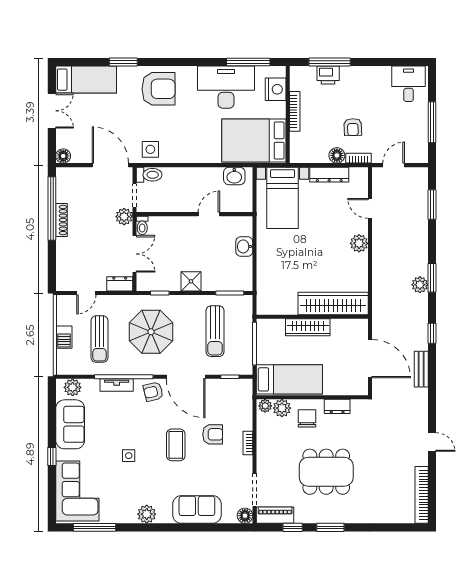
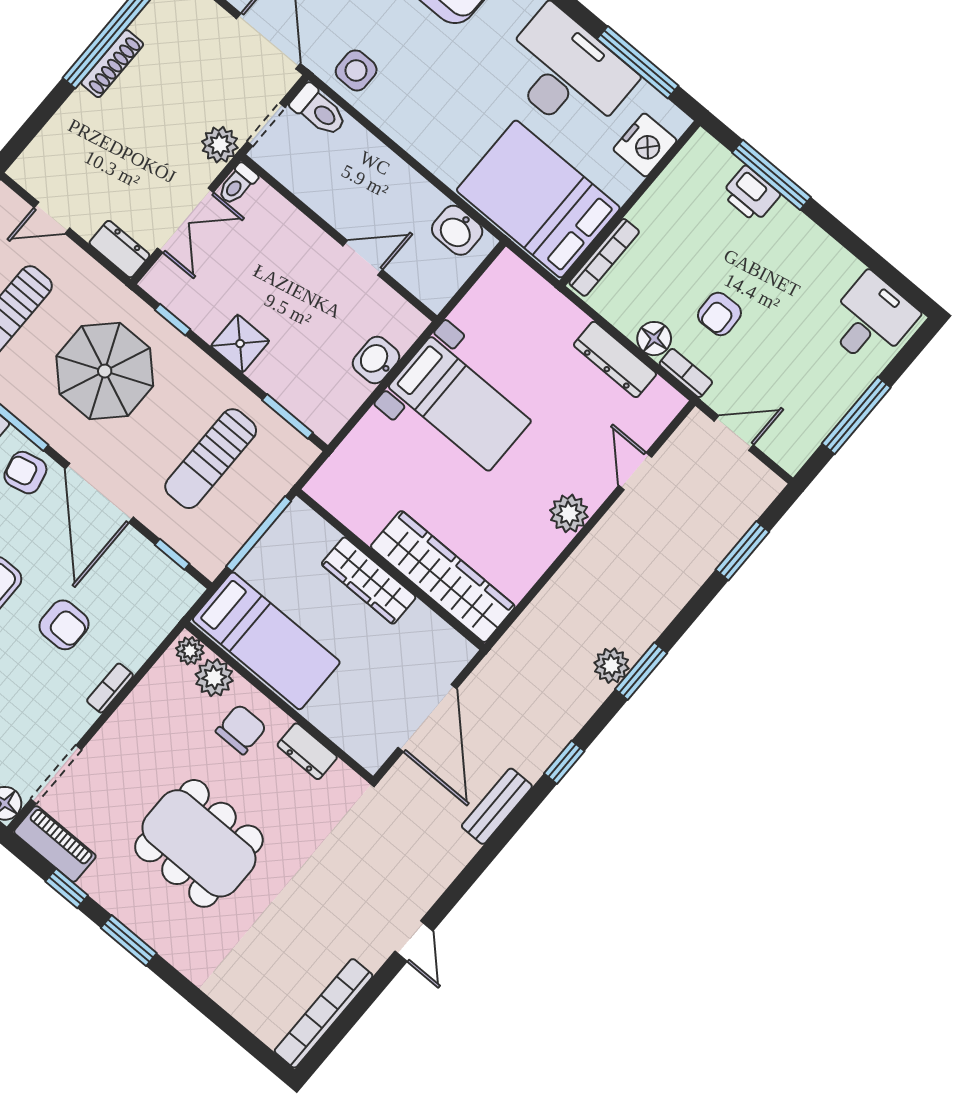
bookcase: (295, 111) -> (604, 257), moved
bed with nightstands: (283, 198) -> (460, 404), moved, turned -90

